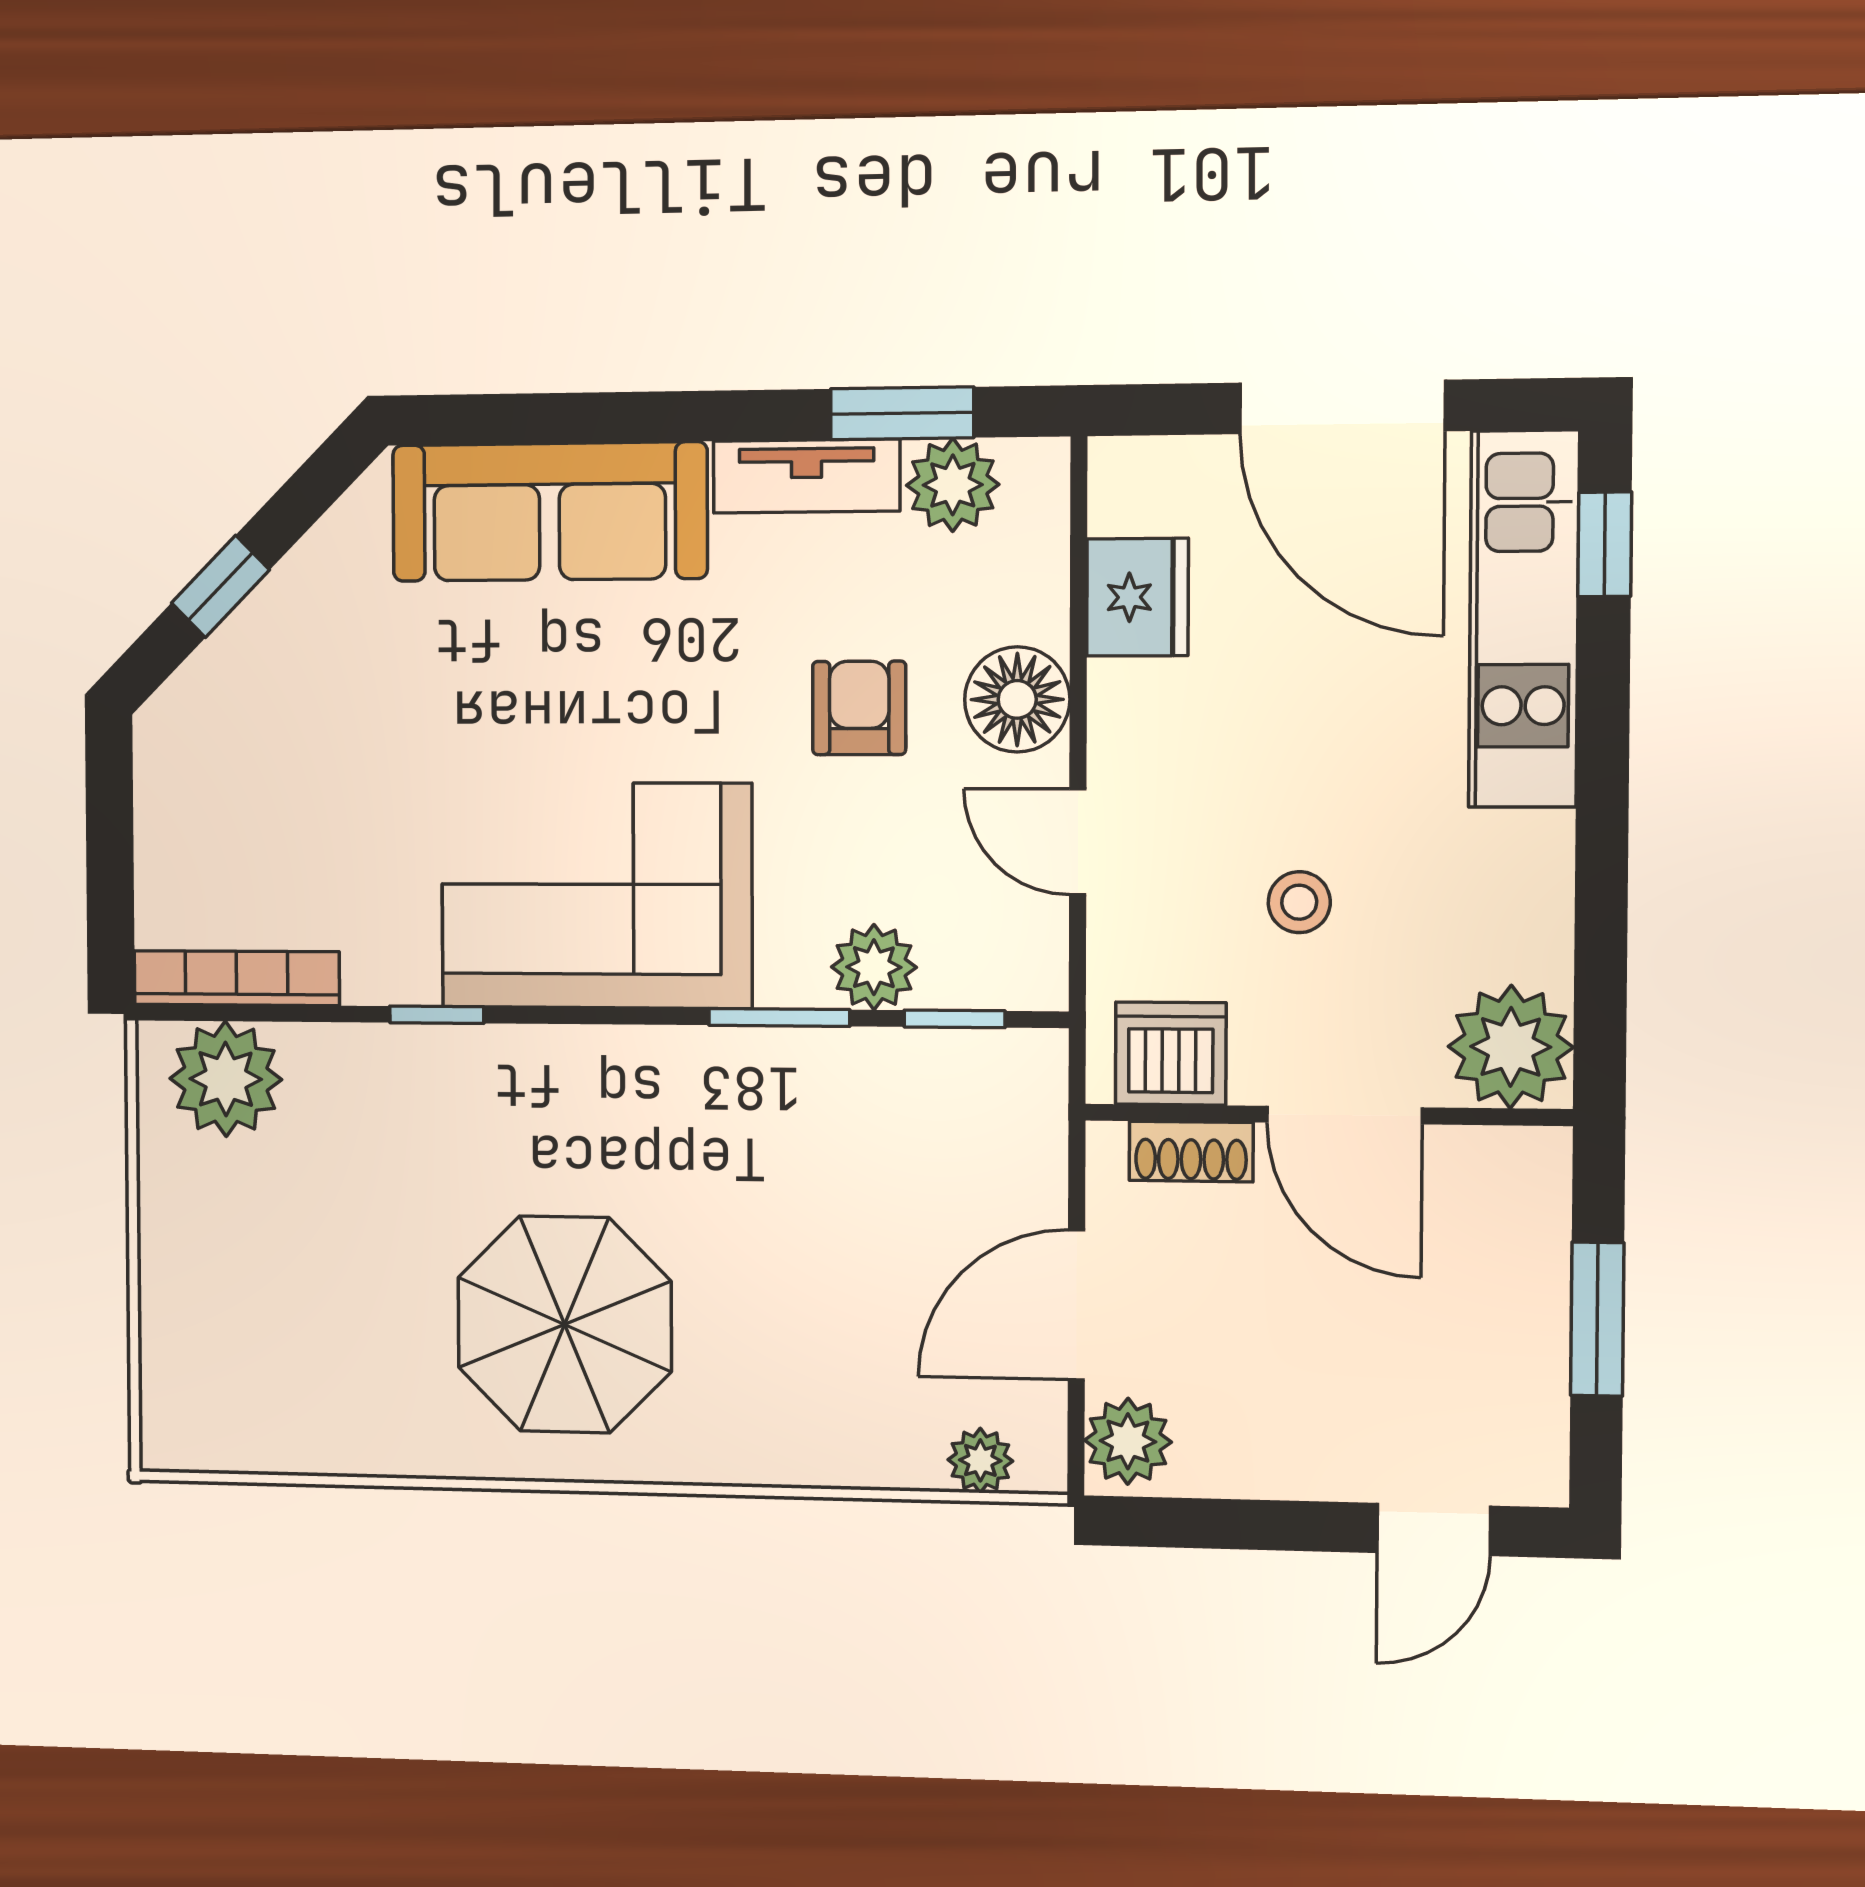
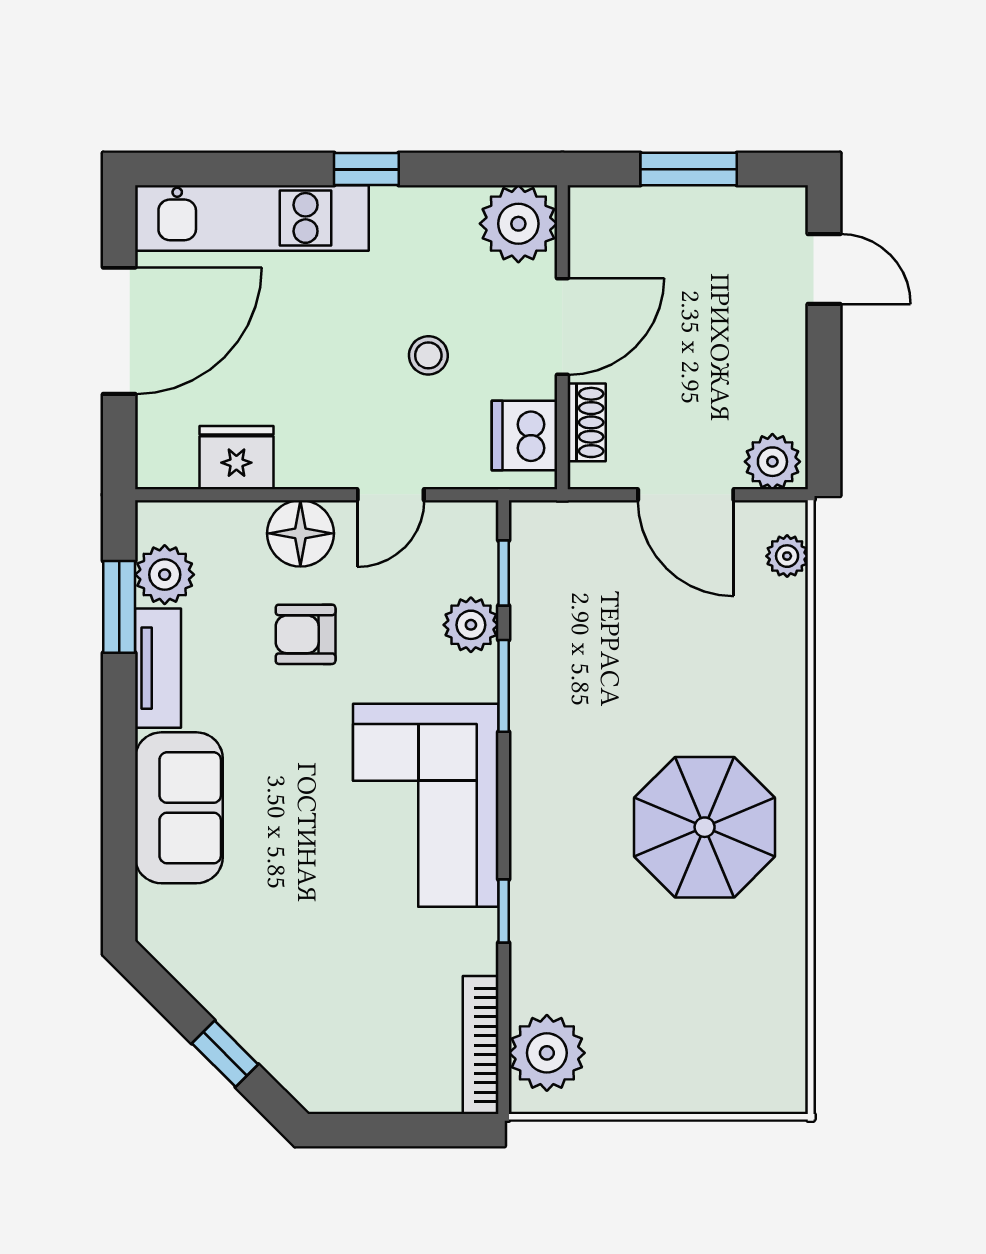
sofa: (549, 512) -> (179, 808), width x0.73
window: (1605, 544) -> (366, 169), moved

